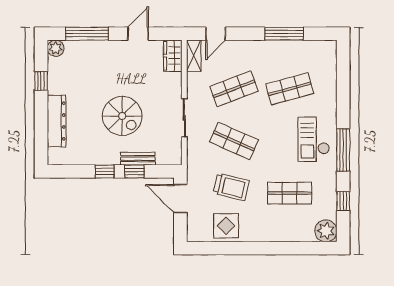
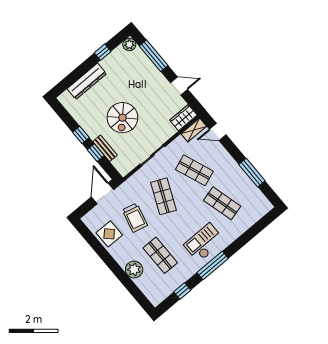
plant: (326, 231) -> (134, 270), moved

